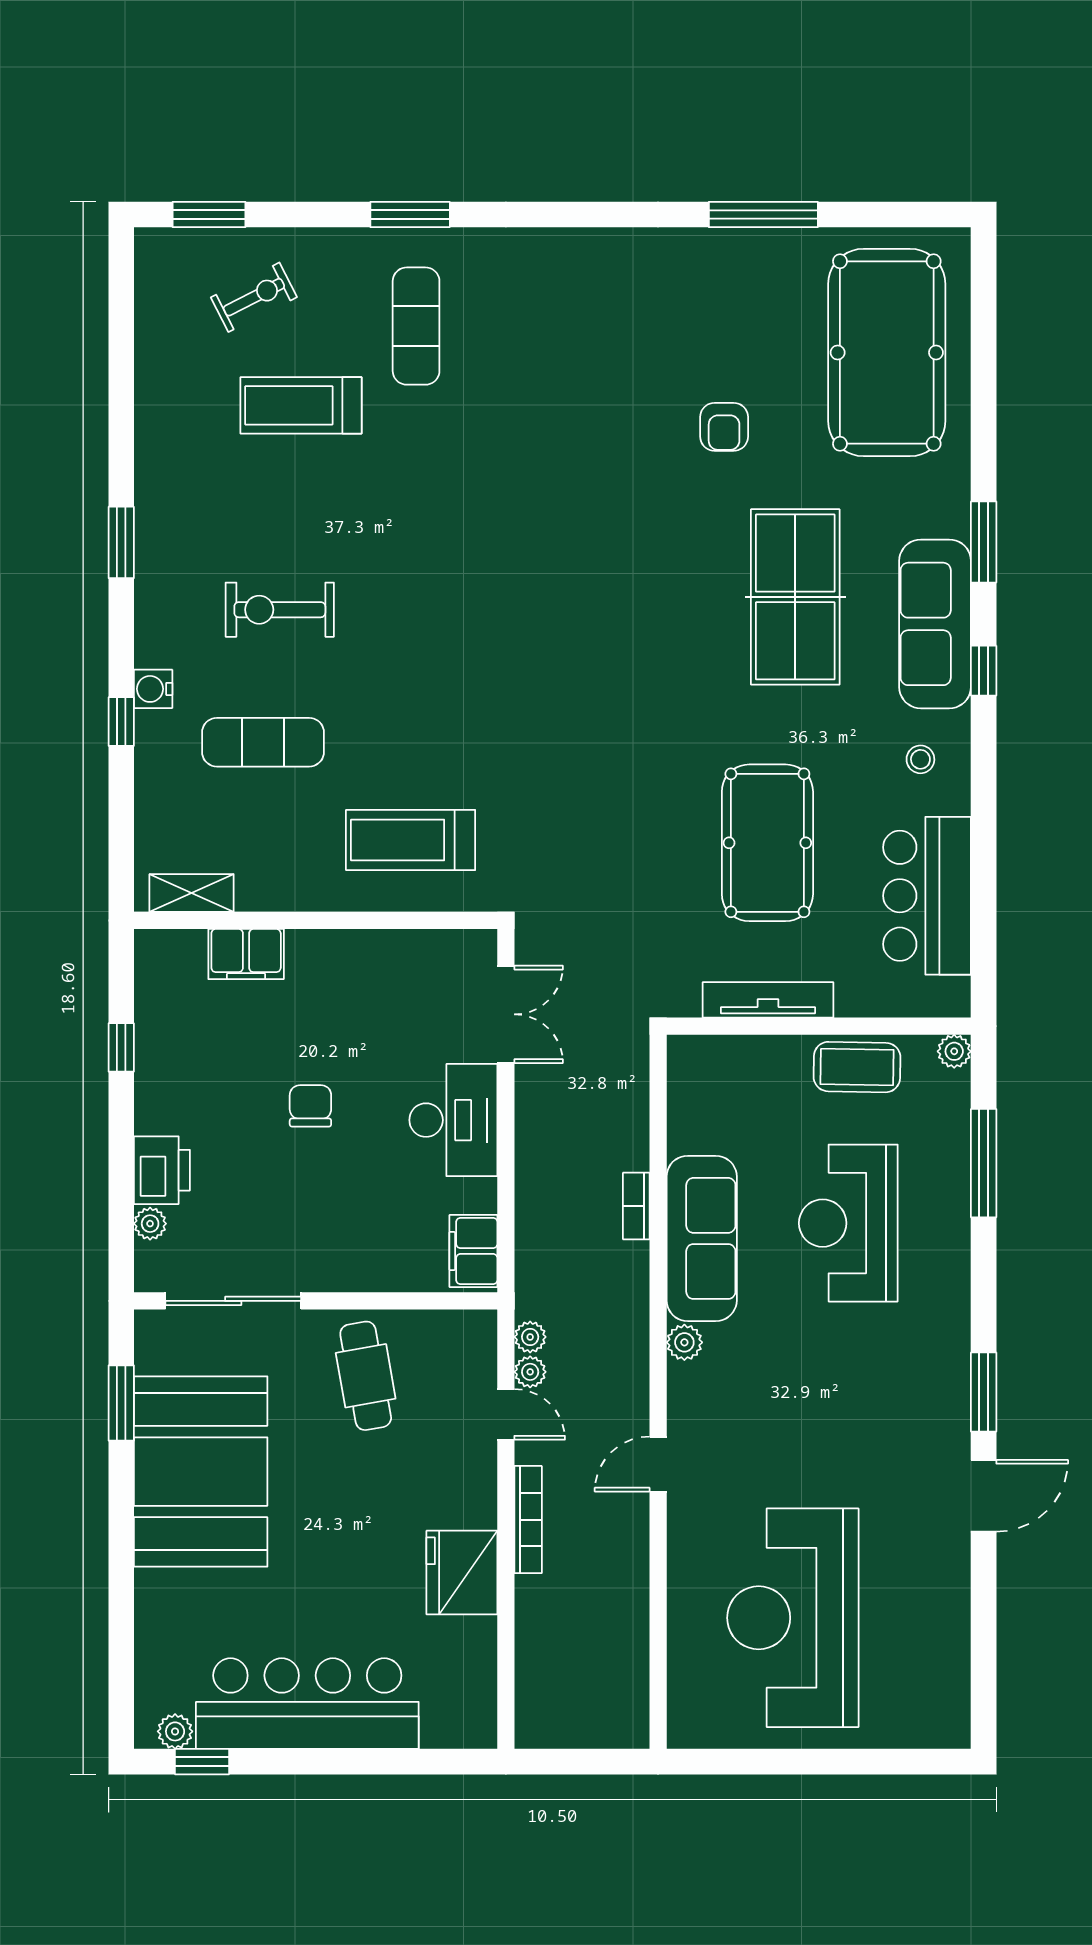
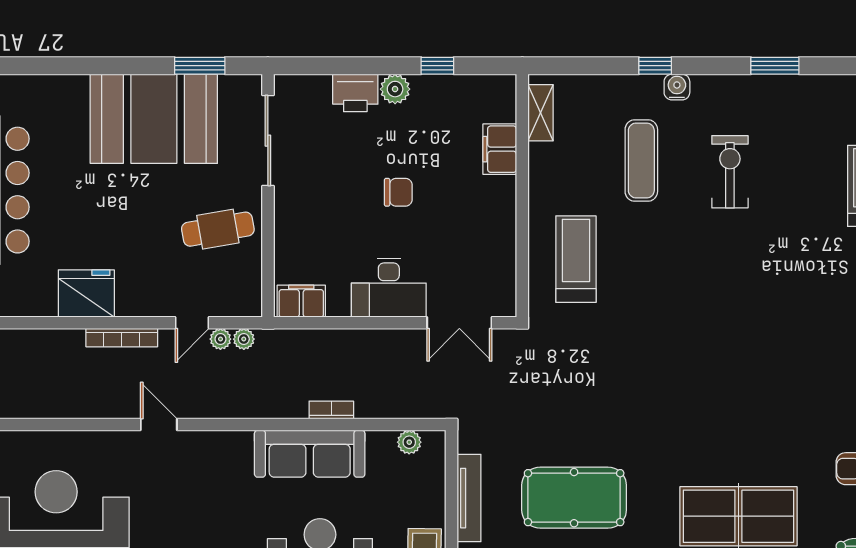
plant: (150, 1224) -> (395, 89), moved, width x1.38, depth x1.38
plant: (684, 1342) -> (409, 442), moved

